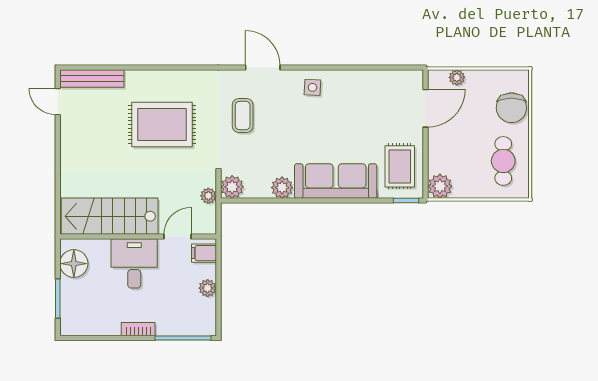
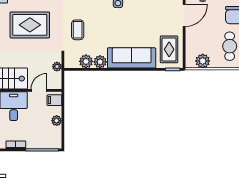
coffee table: (243, 115) -> (78, 30), moved
plant: (440, 186) -> (203, 61), moved
plant: (232, 187) -> (86, 61), moved

